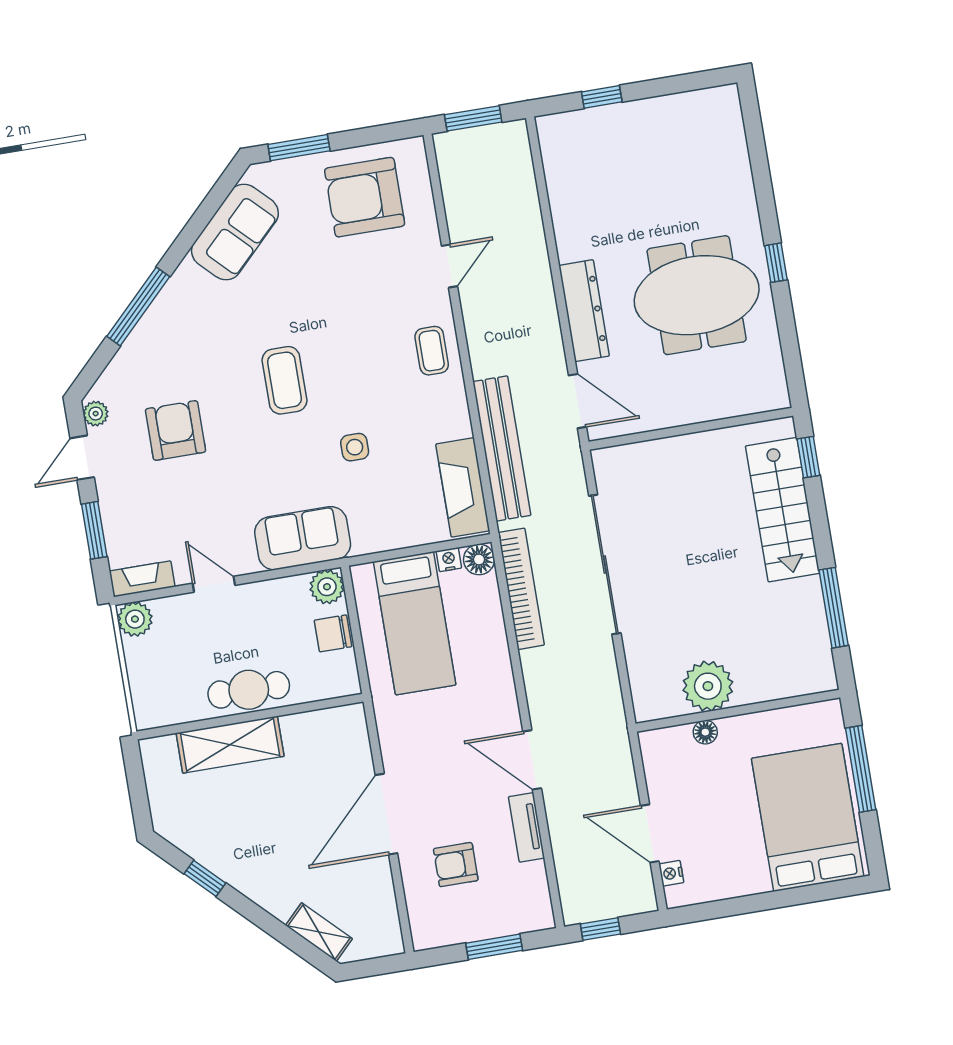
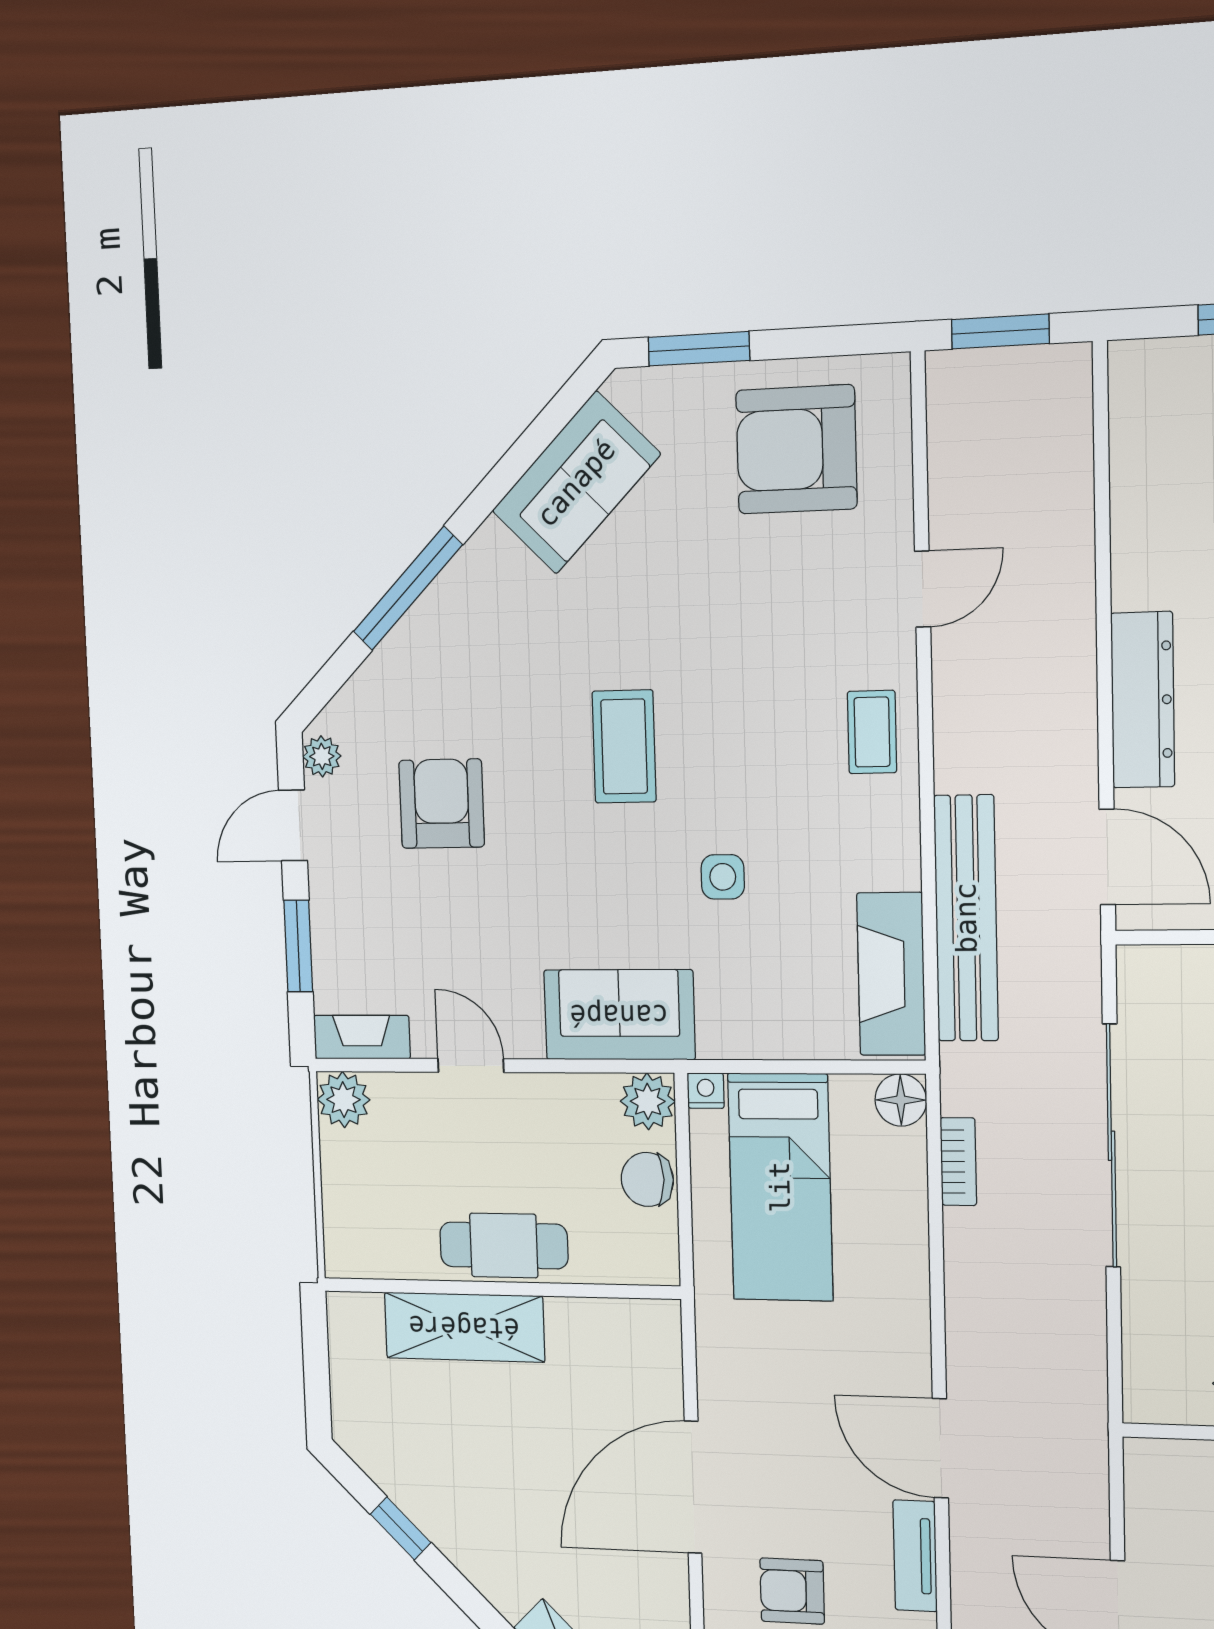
nightstand: (449, 560) -> (706, 1091), moved
bookcase: (521, 589) -> (958, 1162), width x0.43, depth x0.76

